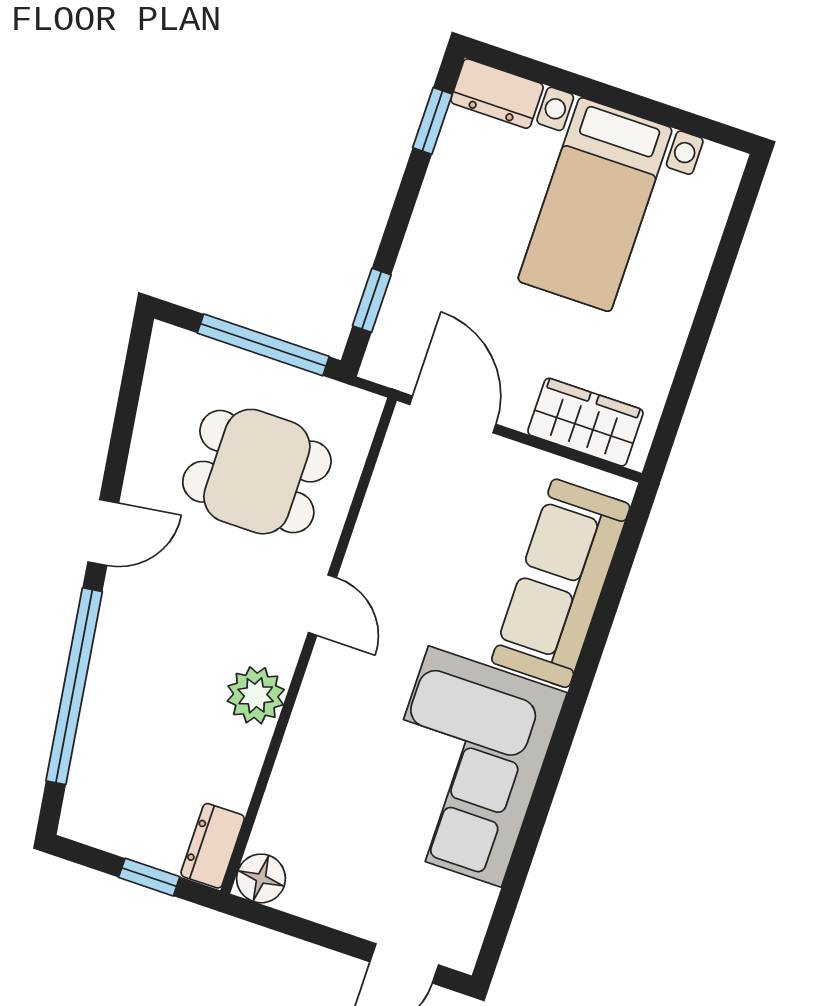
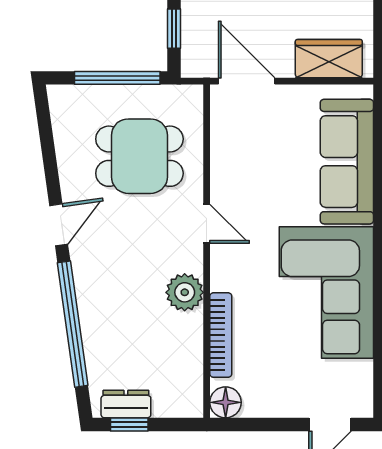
bookcase: (288, 777) -> (221, 335), added
dresser: (213, 846) -> (126, 404), moved, turned 90
window: (149, 877) -> (129, 424), moved

